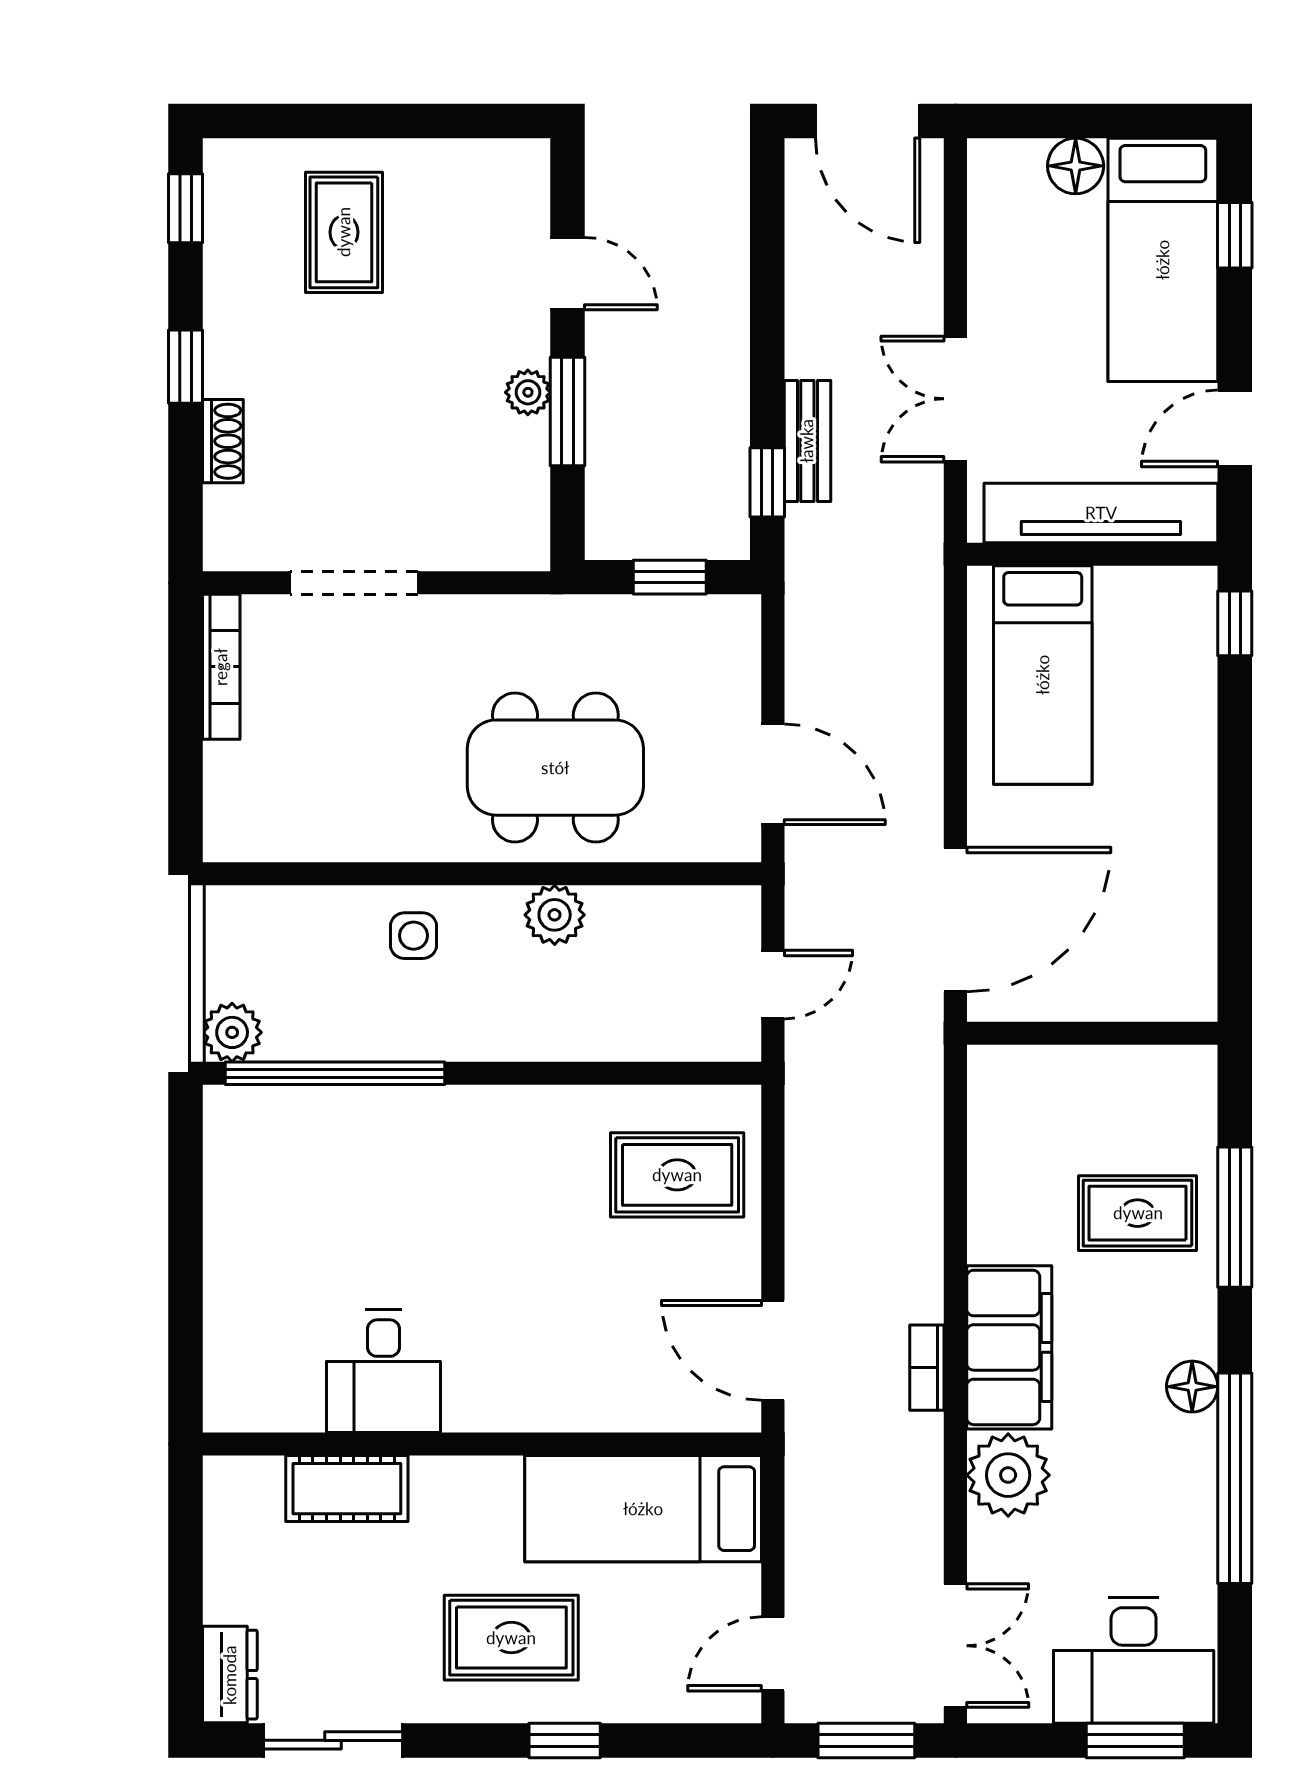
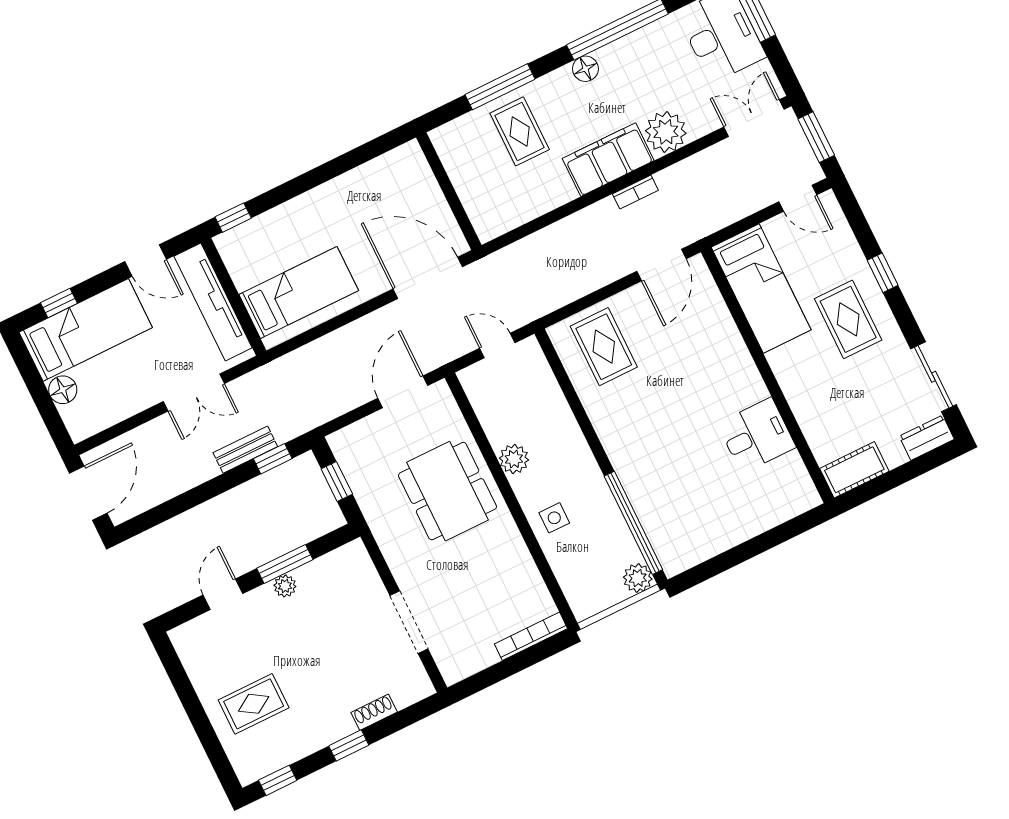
bookcase: (221, 667) -> (531, 636), moved
cot: (347, 1489) -> (854, 470), moved, turned 90

